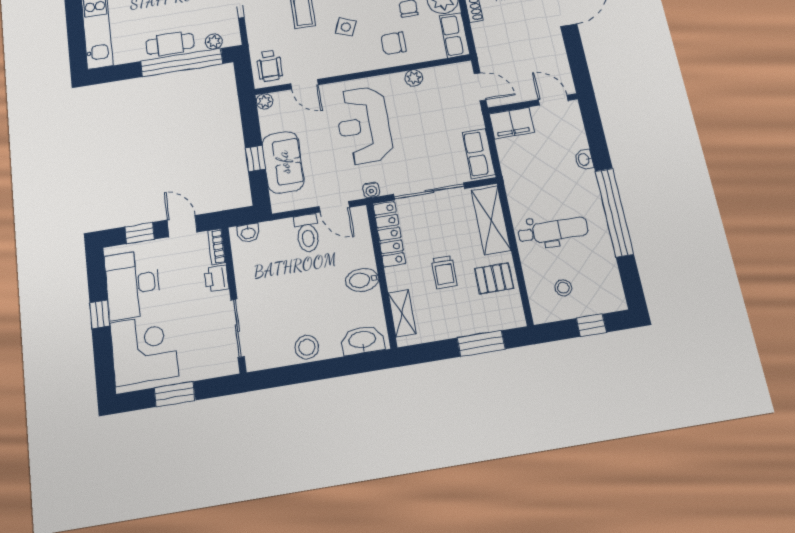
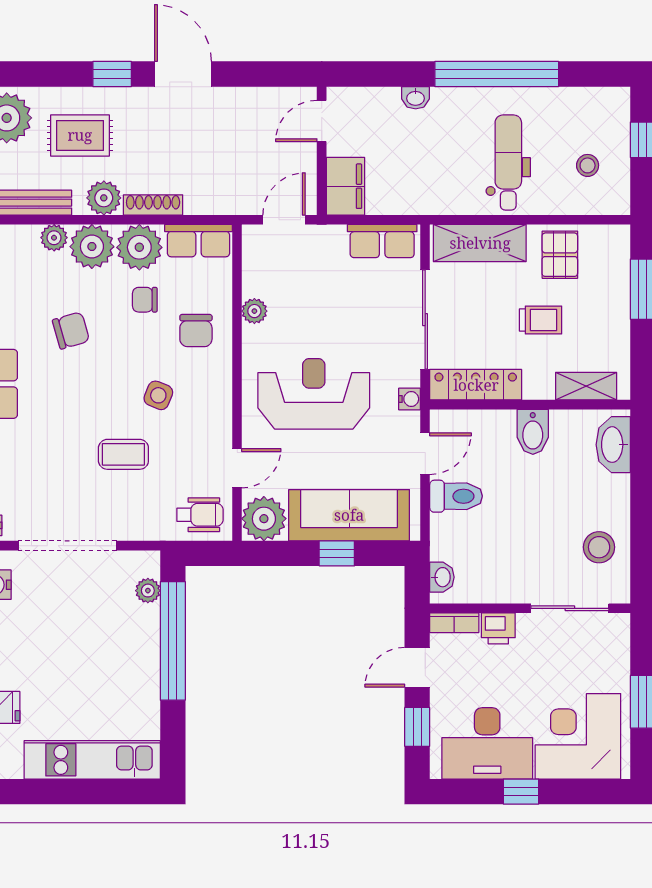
cafe table: (170, 44) -> (140, 655), removed
plant: (265, 101) -> (264, 519), width x1.88, depth x1.88
reception desk: (364, 125) -> (314, 394), turned 180
sofa: (283, 162) -> (349, 515), width x1.36
stool: (307, 347) -> (599, 547), moved

